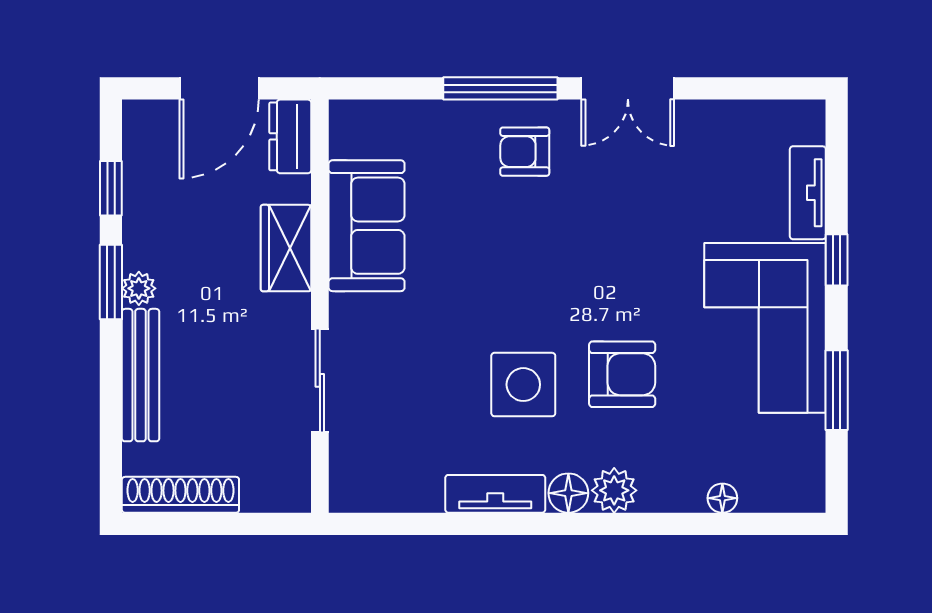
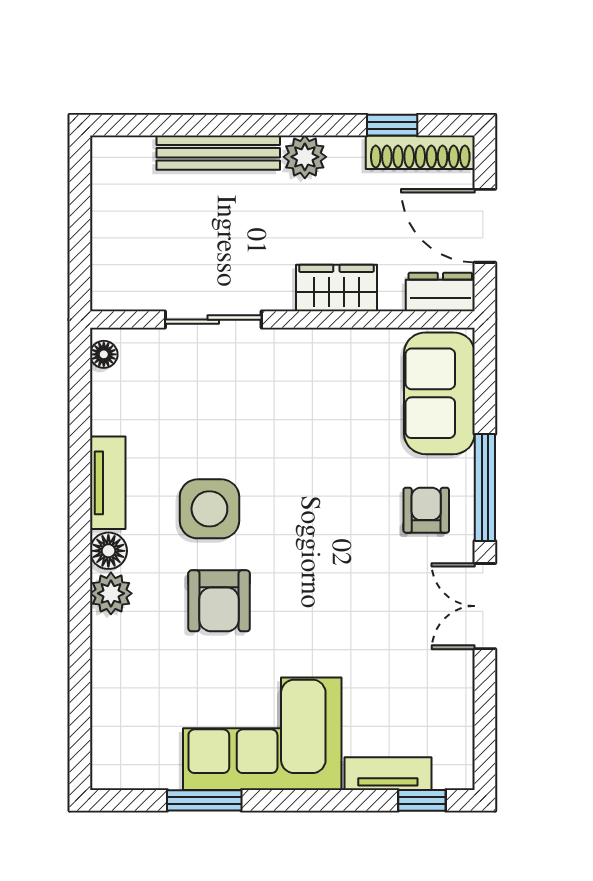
sofa: (367, 226) -> (439, 393), moved, turned 90
window: (837, 260) -> (422, 800), moved
window: (111, 282) -> (305, 125), removed
plant: (139, 288) -> (305, 157), width x1.38, depth x1.38
shoe rack: (180, 495) -> (420, 152), moved, turned 90
floor lamp: (722, 498) -> (104, 354), moved

